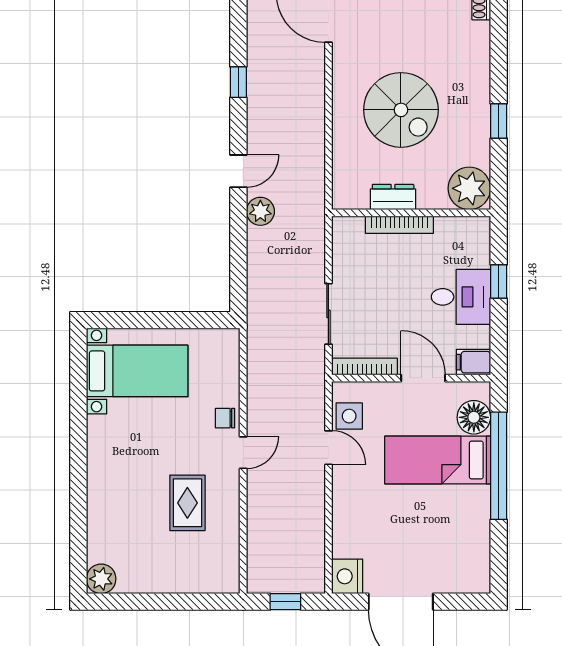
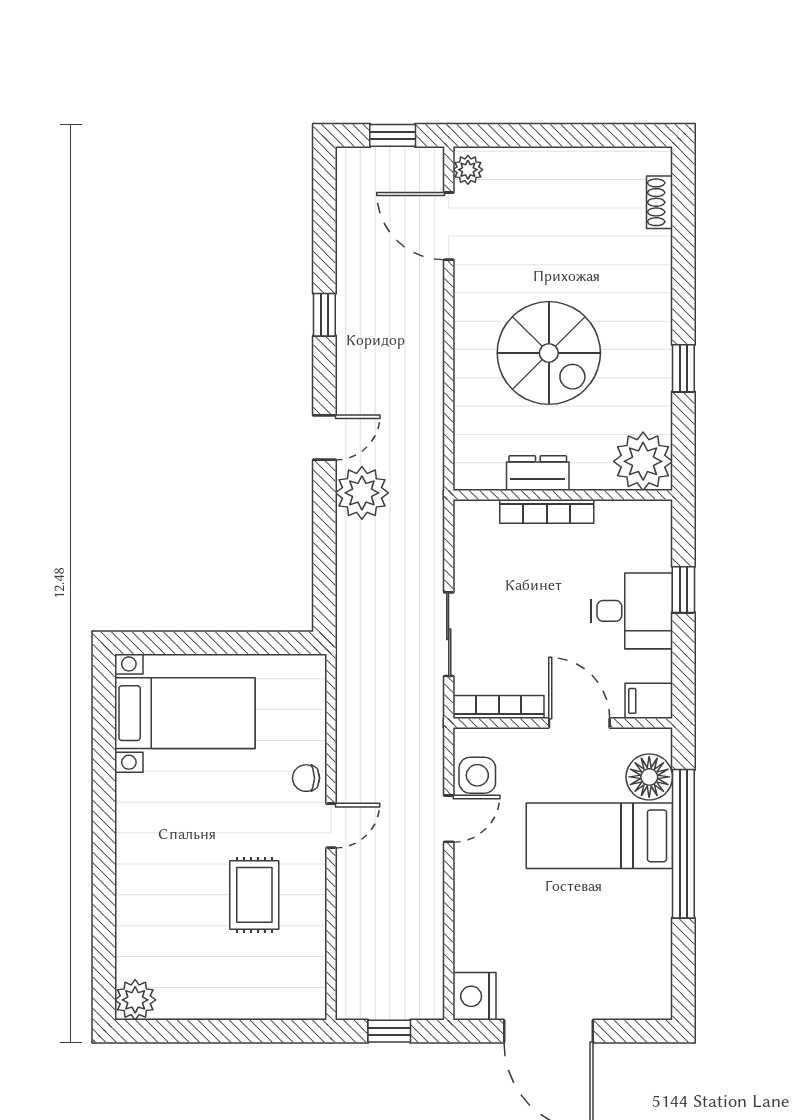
plant: (260, 211) -> (362, 493), width x1.36, depth x1.36
door: (328, 448) -> (449, 819), hinge flipped

